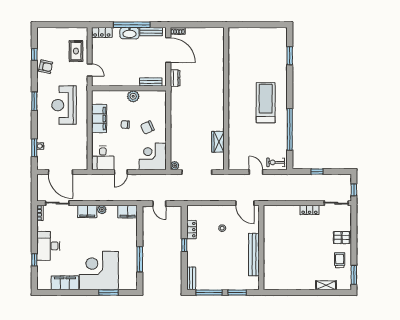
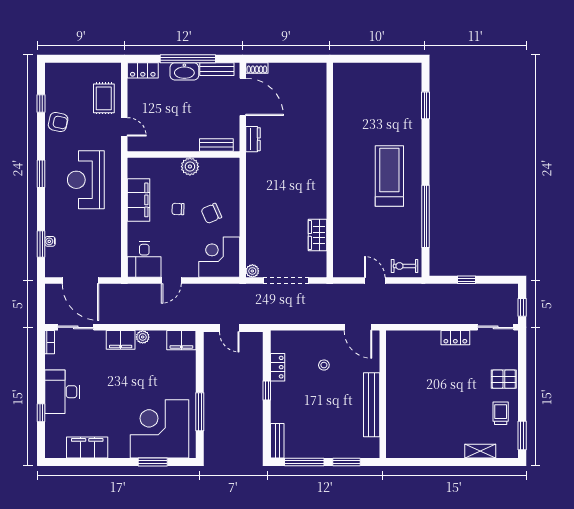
corner desk: (99, 271) -> (160, 429), moved

